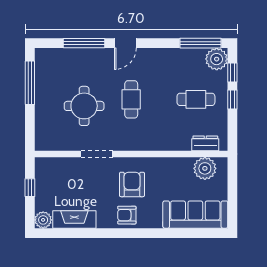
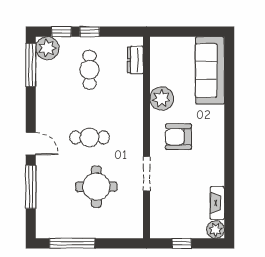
plant: (205, 168) -> (162, 98), moved
armchair: (127, 215) -> (210, 142), removed
fireplace: (74, 219) -> (217, 203), width x0.73, depth x0.76

